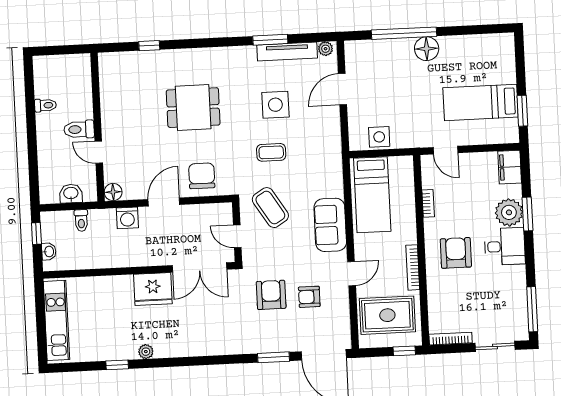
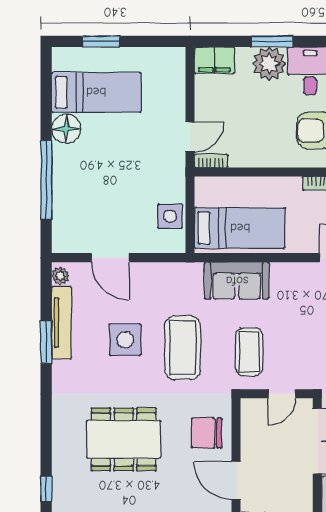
floor lamp: (427, 49) -> (66, 129), moved
bed: (481, 102) -> (96, 92), moved, turned -90
dining table: (193, 108) -> (124, 439), width x1.38
window: (522, 111) -> (101, 41), moved
coffee table: (271, 152) -> (183, 348), width x1.86, depth x1.72
bookcase: (428, 203) -> (211, 161), moved
coffee table: (270, 208) -> (249, 352), turned -58
sofa: (330, 225) -> (237, 281), moved

